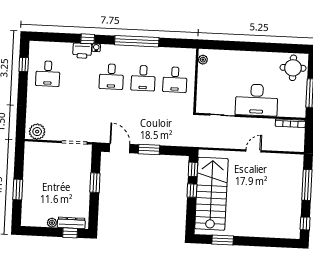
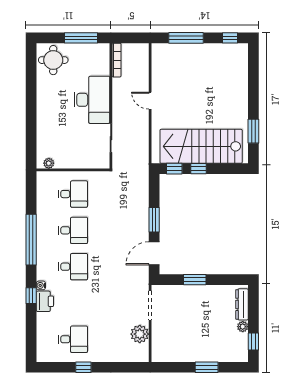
window: (24, 65) -> (83, 367), moved
plant: (37, 132) -> (140, 334), moved
window: (70, 233) -> (253, 341), moved

